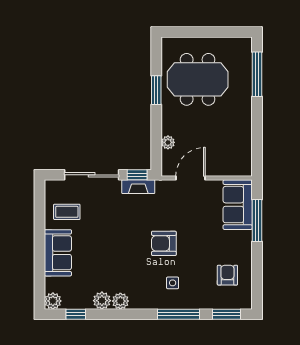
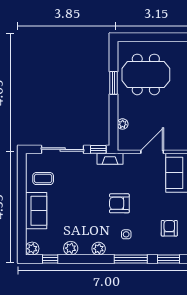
door: (190, 178) -> (152, 152), moved
fireplace: (138, 187) -> (110, 159), moved
plant: (120, 301) -> (99, 249), moved

